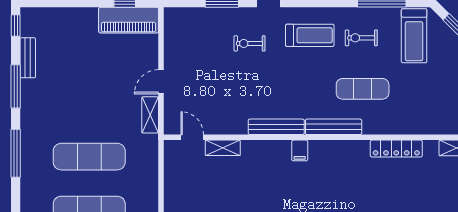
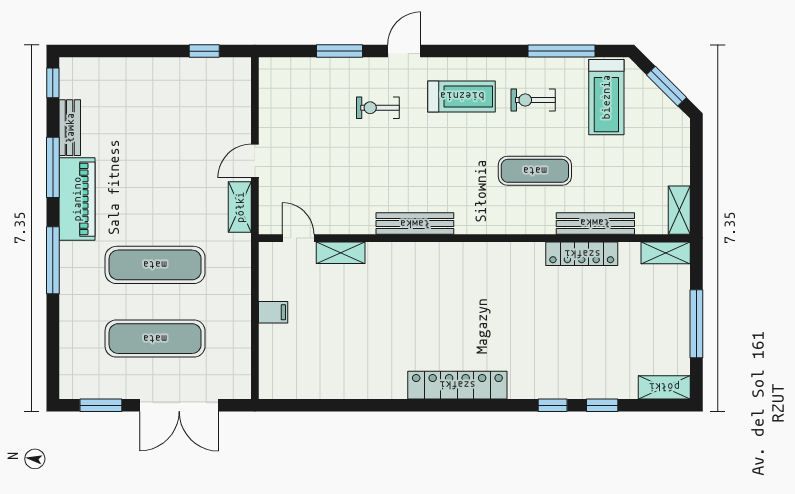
piano: (129, 20) -> (77, 199), moved, turned -90
bench: (334, 127) -> (595, 223), moved
filing cabinet: (300, 150) -> (273, 312), moved, turned -90

